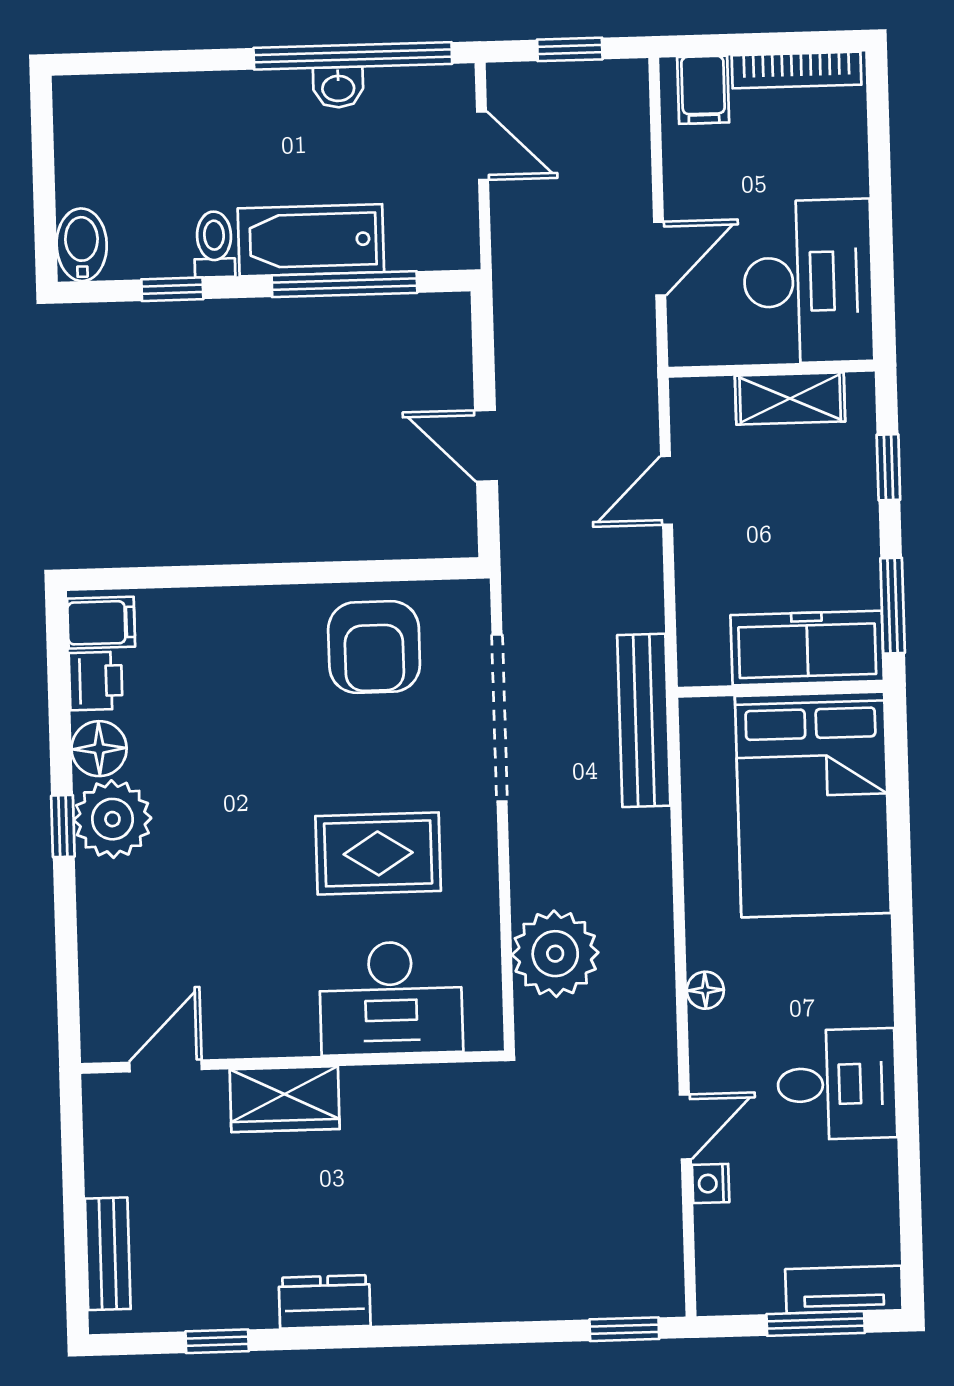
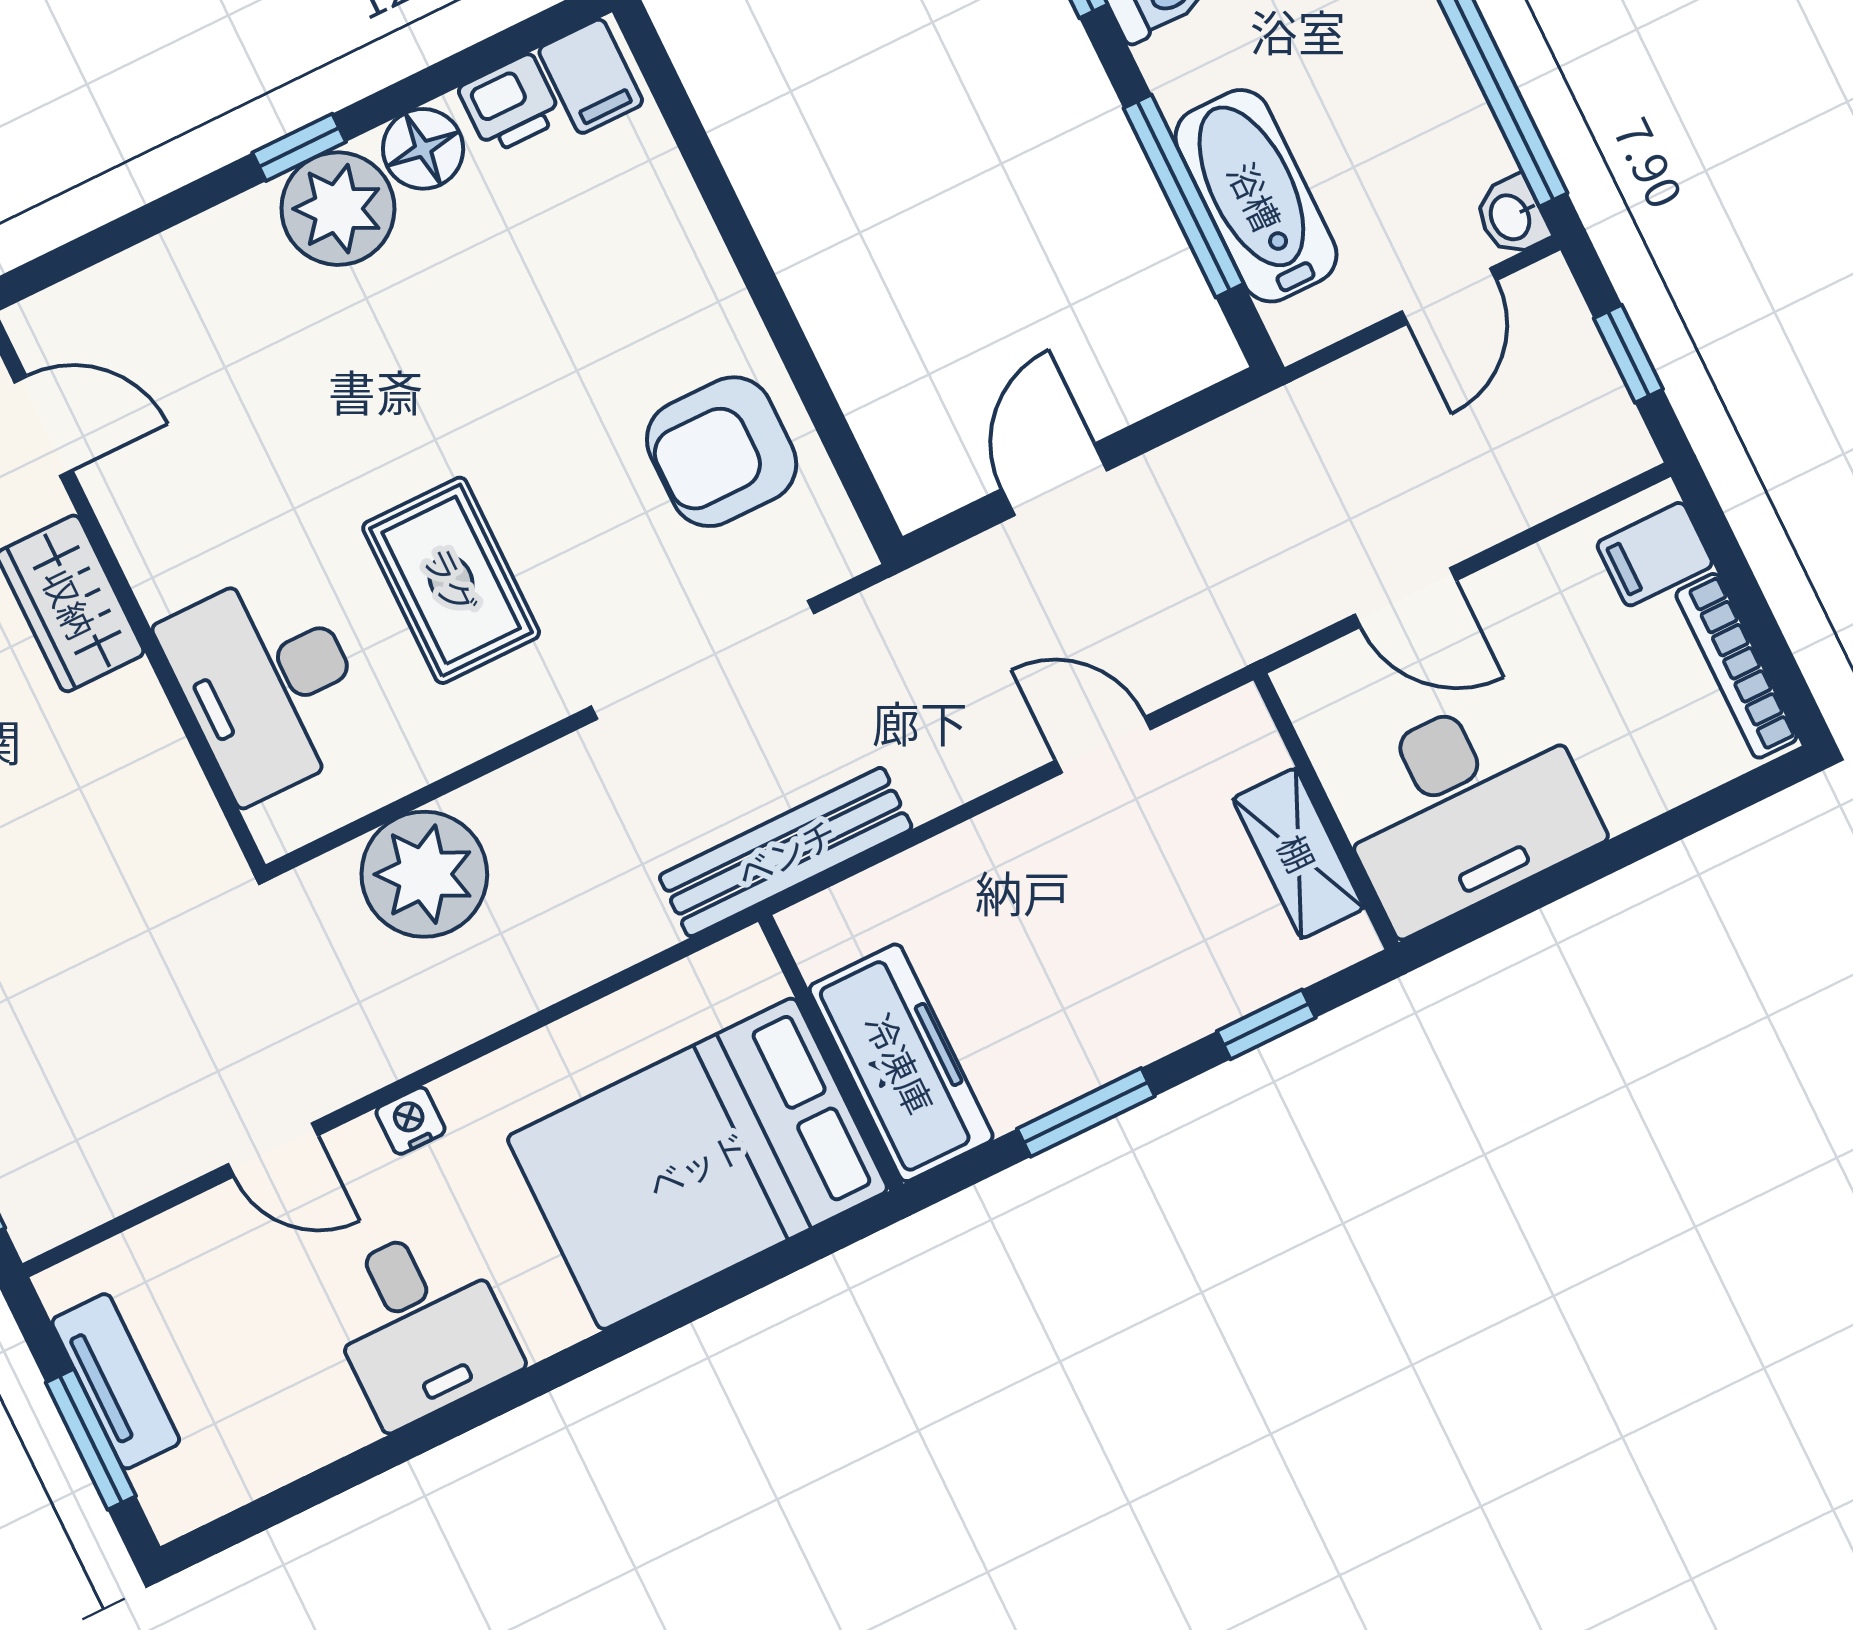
washbasin: (338, 87) -> (1512, 217), moved
bathtub: (311, 240) -> (1256, 196), moved
freezer: (807, 648) -> (901, 1063), moved
wall: (781, 689) -> (831, 1053), moved
bed: (813, 804) -> (697, 1164), moved
floor lamp: (705, 990) -> (466, 1094), removed
nightstand: (711, 1184) -> (411, 1121), moved
tv unit: (844, 1290) -> (116, 1381), moved

